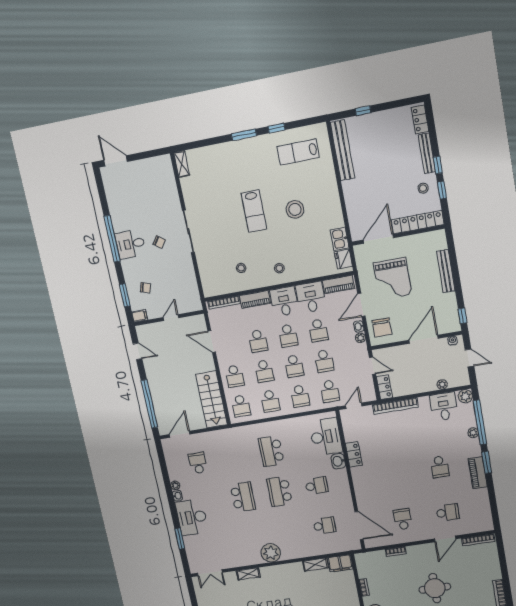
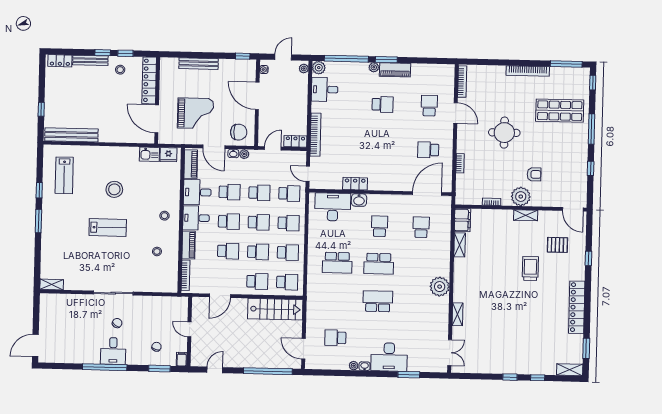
plant: (442, 384) -> (304, 69), moved
plant: (473, 433) -> (374, 67), moved

